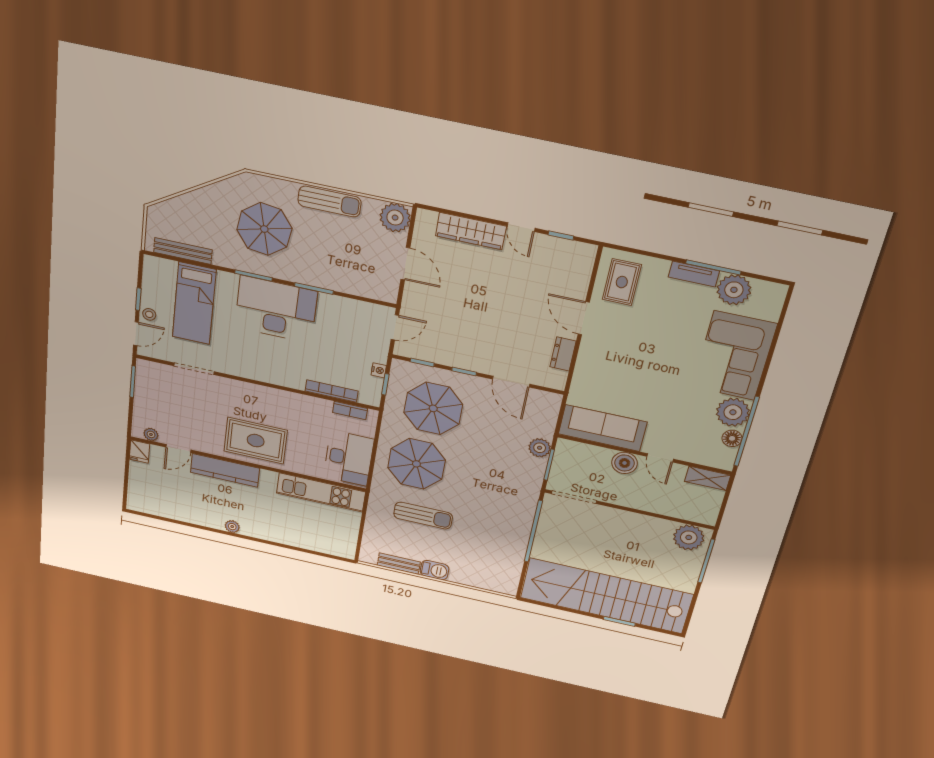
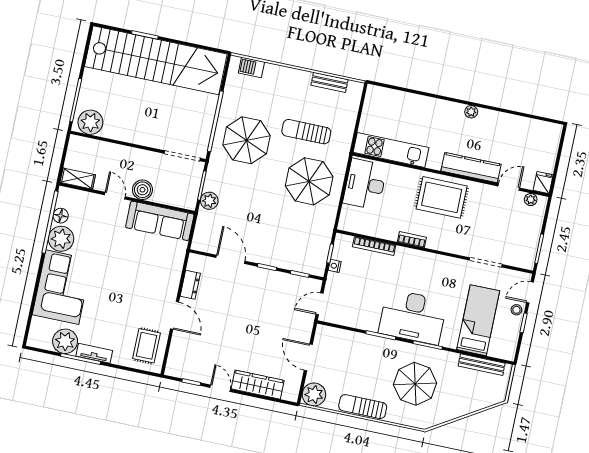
parasol: (433, 408) -> (247, 140), moved
bookcase: (350, 411) -> (412, 240), moved
barbecue: (435, 570) -> (251, 67), moved

